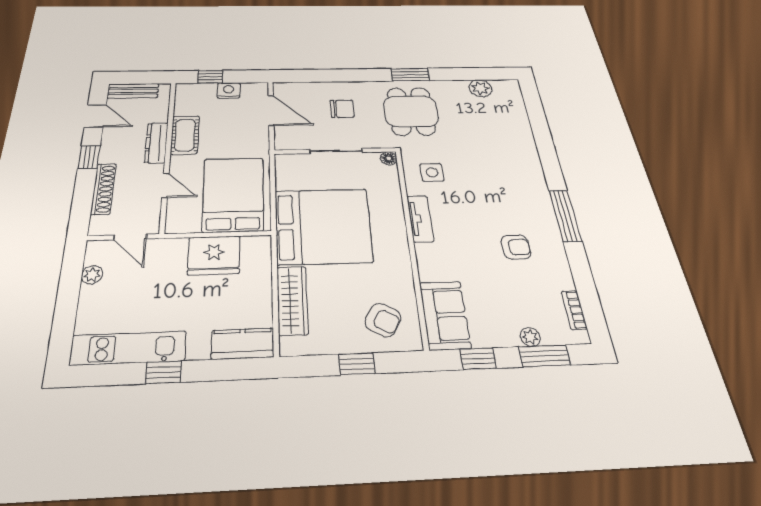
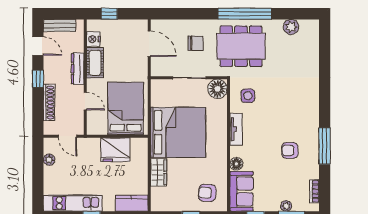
window: (410, 75) -> (245, 14), width x2.11
nightstand: (229, 91) -> (93, 39), moved, turned -90
dining table: (411, 111) -> (241, 46), width x1.38
floor lamp: (389, 158) -> (217, 89), width x1.89, depth x1.89
window: (565, 216) -> (325, 146), moved
armchair: (516, 247) -> (290, 150), turned 180
floor lamp: (429, 271) -> (236, 164), added
wardrobe: (292, 300) -> (159, 172), width x0.67
armchair: (383, 320) -> (207, 193), turned 153

